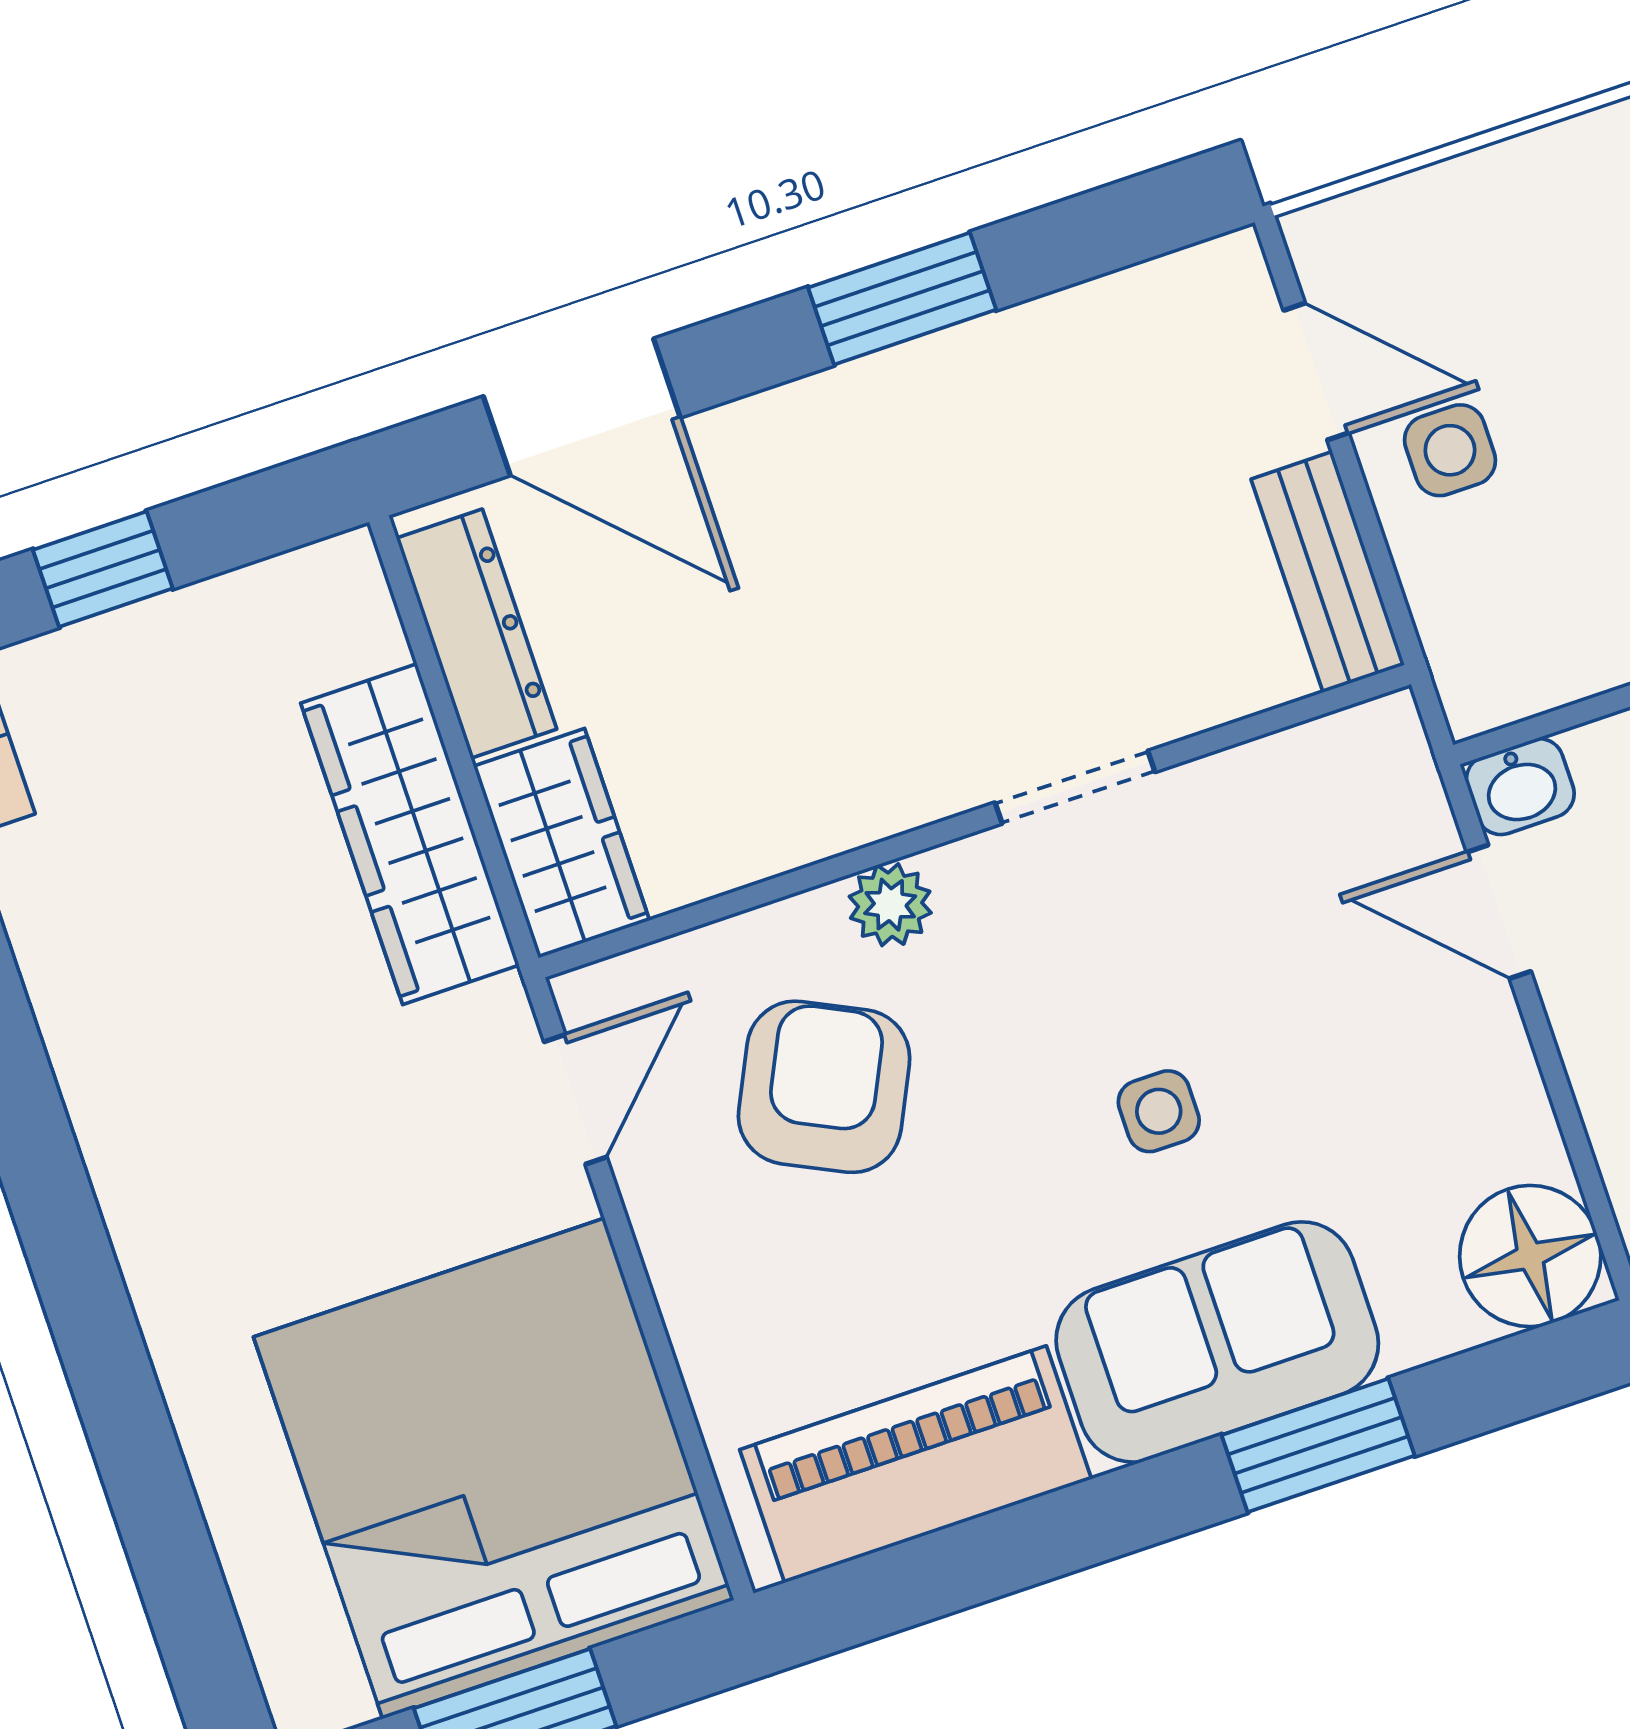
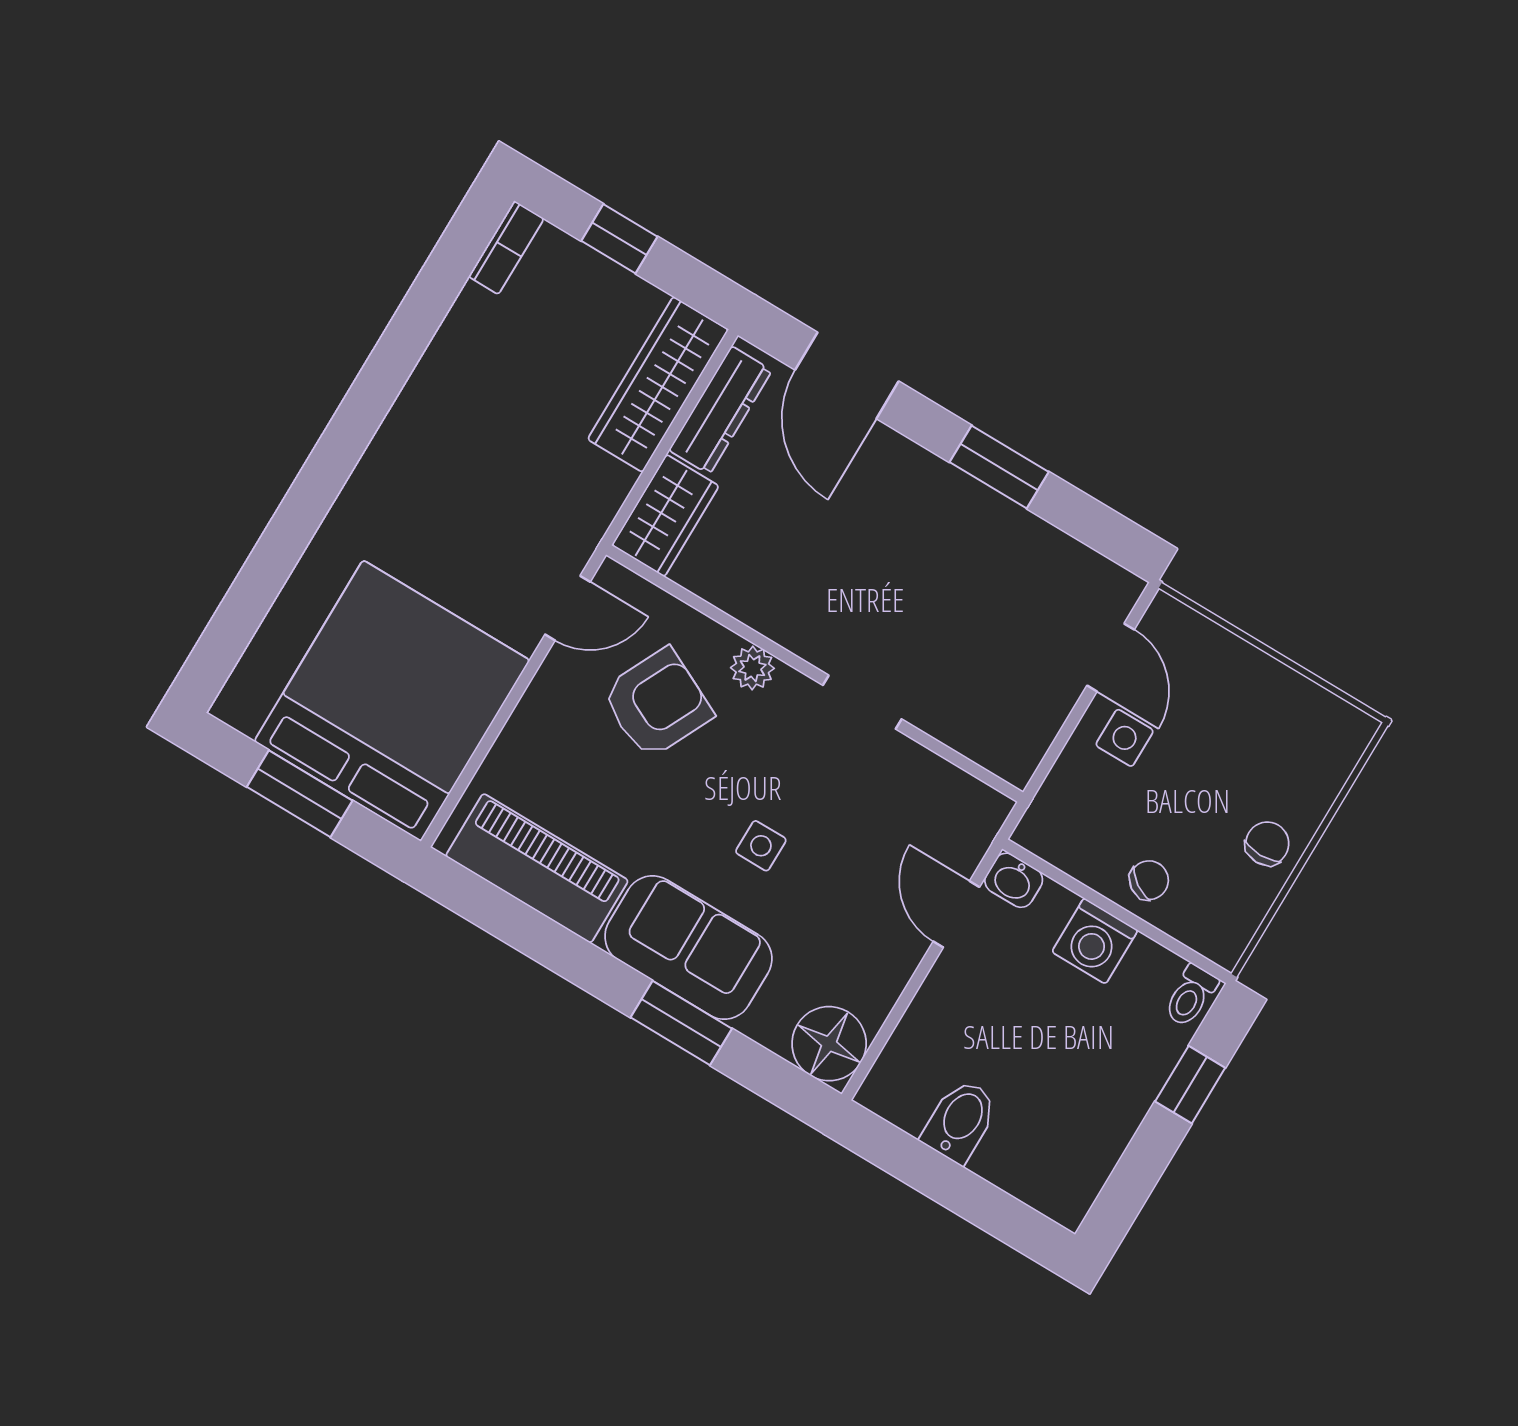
bench: (1328, 572) -> (1034, 730), removed
wardrobe: (410, 834) -> (658, 384), moved

